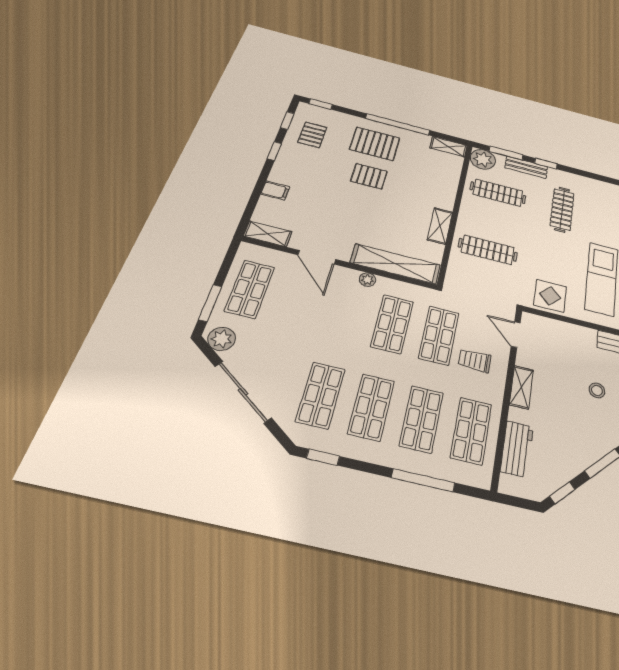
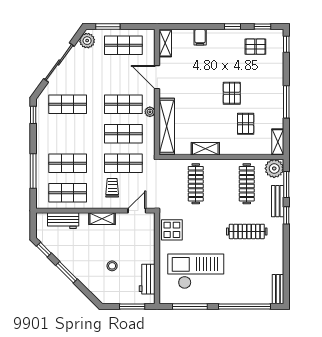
window: (398, 124) -> (286, 102), width x0.68
pallet: (375, 144) -> (246, 124), moved, width x0.67, depth x0.71
door: (317, 257) -> (157, 77), hinge flipped
shop shelf: (371, 407) -> (123, 104), moved

